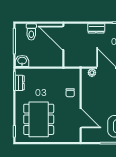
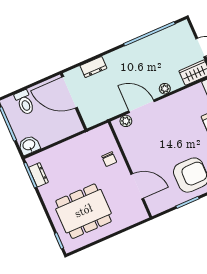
dresser: (96, 28) -> (93, 67), moved
dining table: (39, 119) -> (84, 211), turned 90

